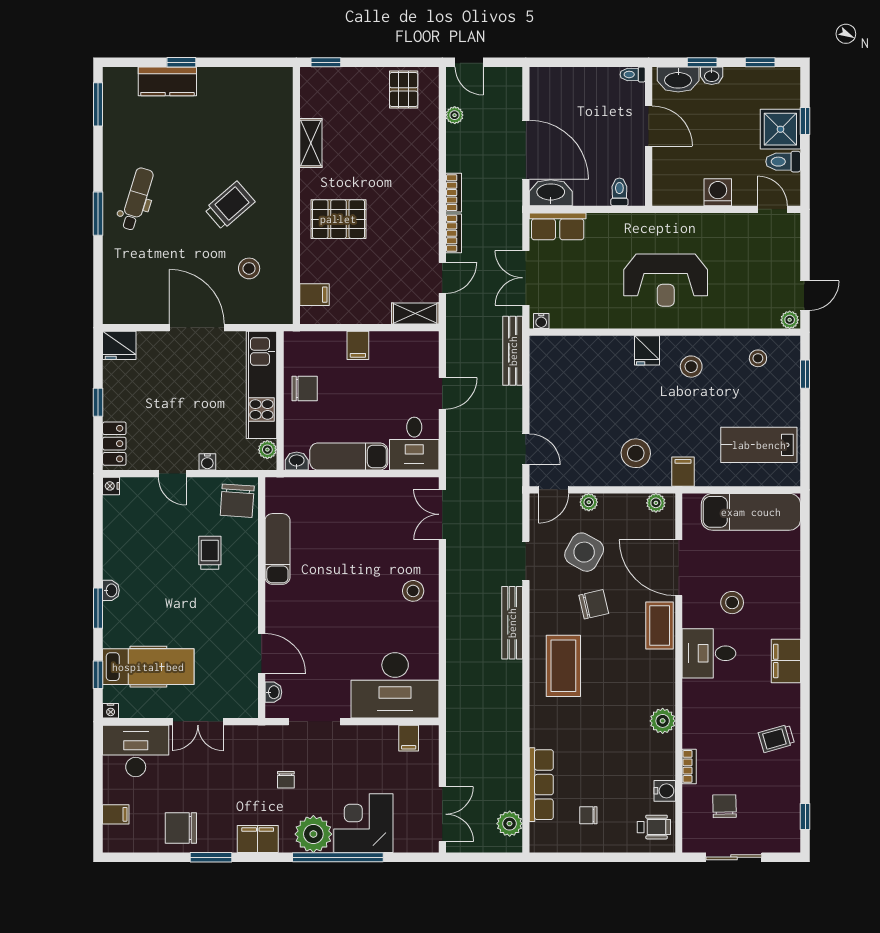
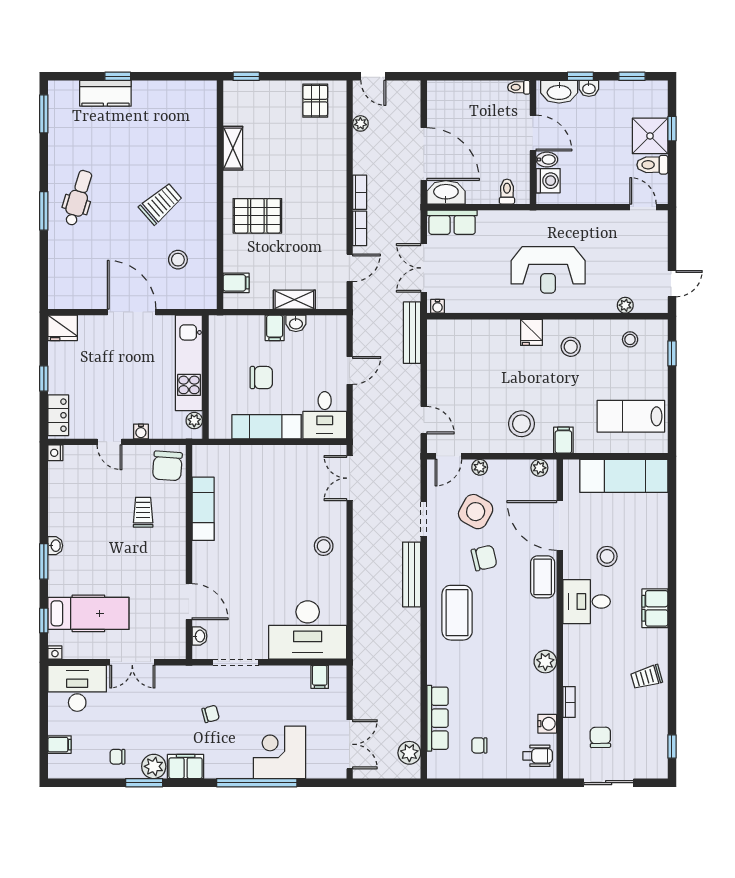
bidet: (664, 156) -> (547, 160), added
washing machine: (718, 192) -> (548, 181), moved, turned 90
shelving: (415, 313) -> (294, 300), moved
plant: (790, 320) -> (625, 305), moved
chair: (305, 389) -> (261, 378), moved
washbasin: (297, 461) -> (296, 323), moved, turned 180
chair: (286, 780) -> (211, 714), turned -105
chair: (181, 828) -> (117, 757), width x0.54, depth x0.54
plant: (313, 834) -> (154, 766), moved, width x0.73, depth x0.73

